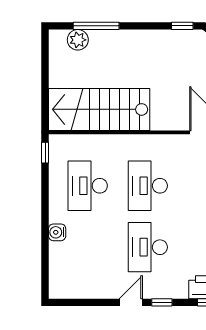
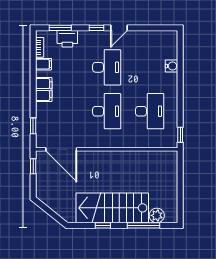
window: (182, 26) -> (103, 225), moved
stairs: (99, 109) -> (112, 208), moved, turned 180
water cooler: (57, 232) -> (171, 66), moved

